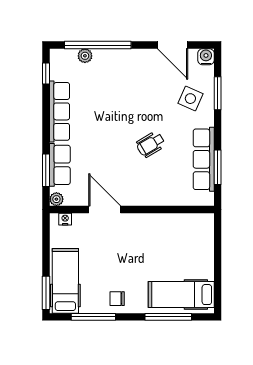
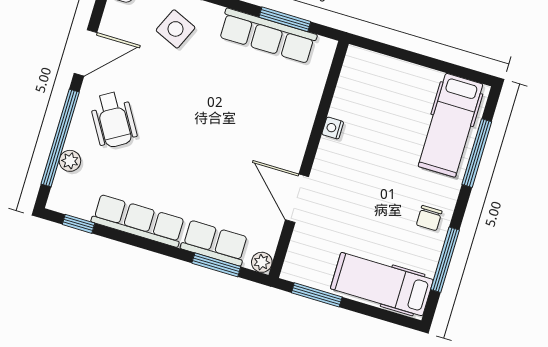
door: (173, 45) -> (85, 53), moved
wheelchair: (151, 144) -> (113, 120), moved, width x1.36, depth x1.37
door: (105, 210) -> (297, 198), hinge flipped
nightstand: (65, 219) -> (333, 128), moved
window: (46, 293) -> (317, 295), moved

